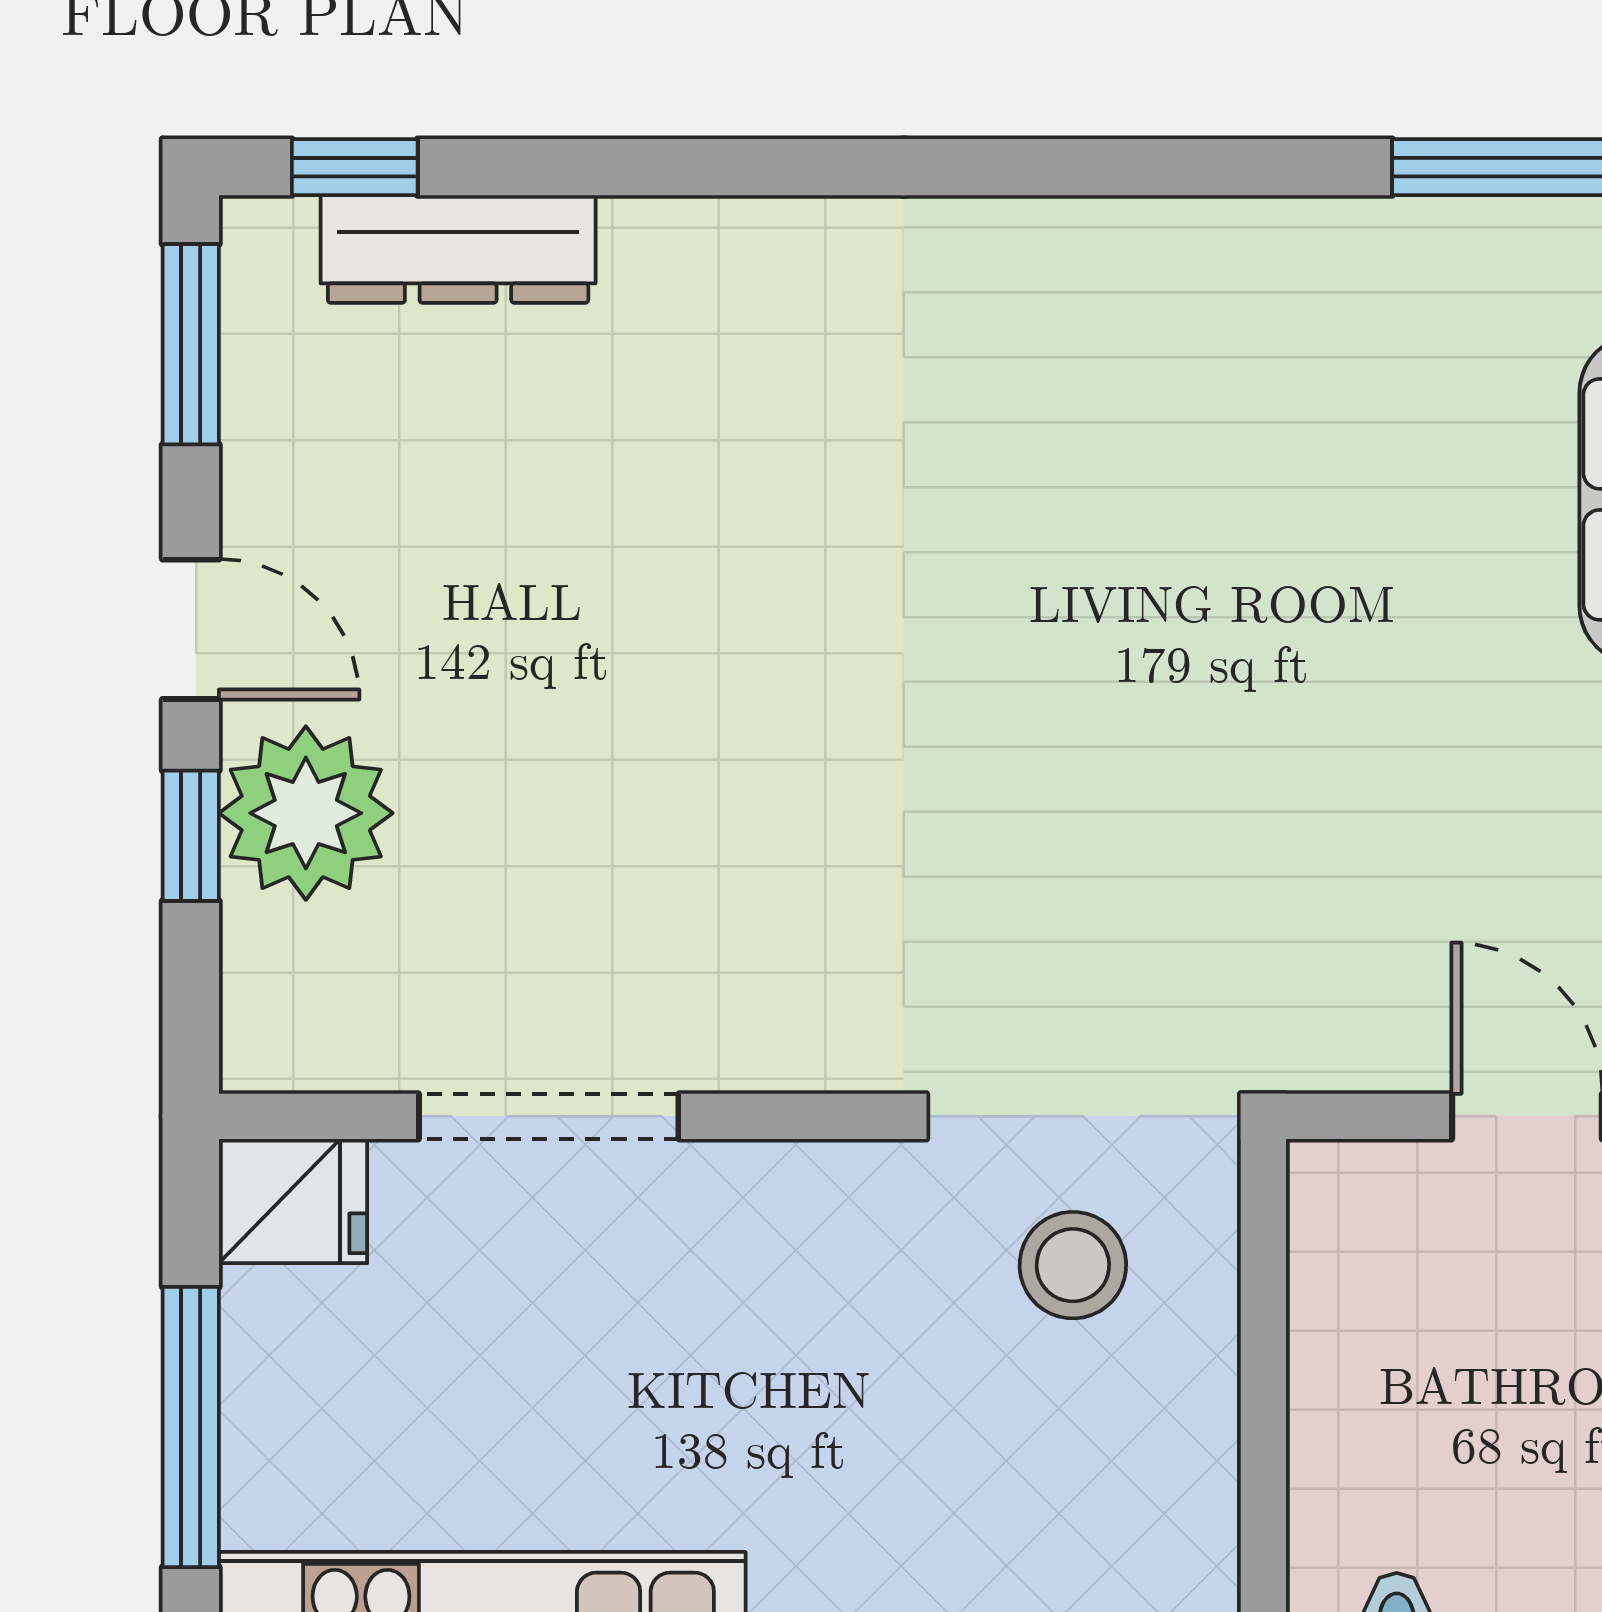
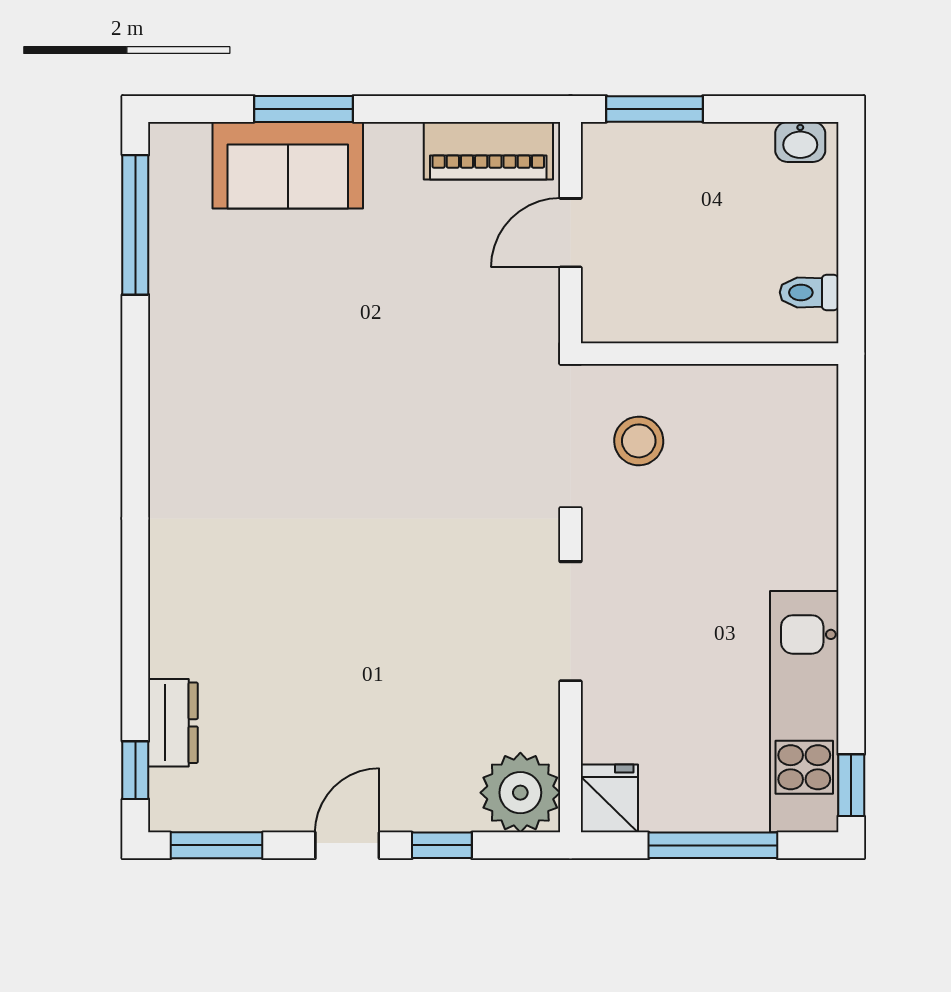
dresser: (458, 249) -> (173, 723), width x0.70
plant: (306, 813) -> (520, 793), moved
doorway: (549, 1116) -> (571, 621), moved

